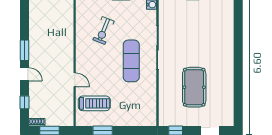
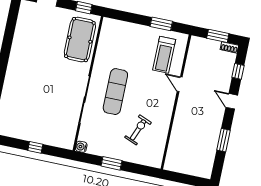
window: (25, 50) -> (223, 140), moved
pool table: (194, 87) -> (80, 40), moved
treadmill: (94, 103) -> (164, 55), turned -90

